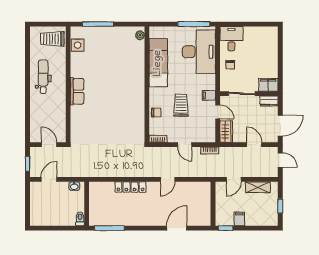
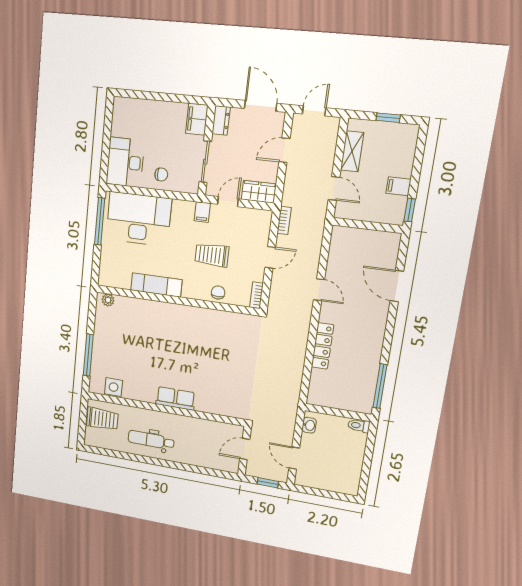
trolley: (52, 39) -> (102, 419), turned -90
desk: (231, 39) -> (125, 162), width x1.37
exam couch: (158, 63) -> (156, 285), width x0.73, depth x0.69

